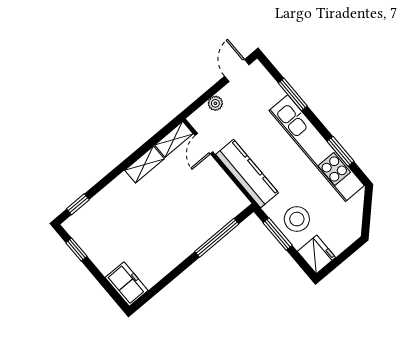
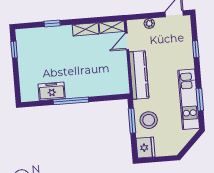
window: (293, 94) -> (196, 49), width x0.67
kitchen unit: (317, 148) -> (189, 99), width x0.73
window: (78, 204) -> (52, 24), moved
window: (217, 238) -> (71, 101), moved
freezer: (127, 284) -> (52, 91), moved, turned -90

